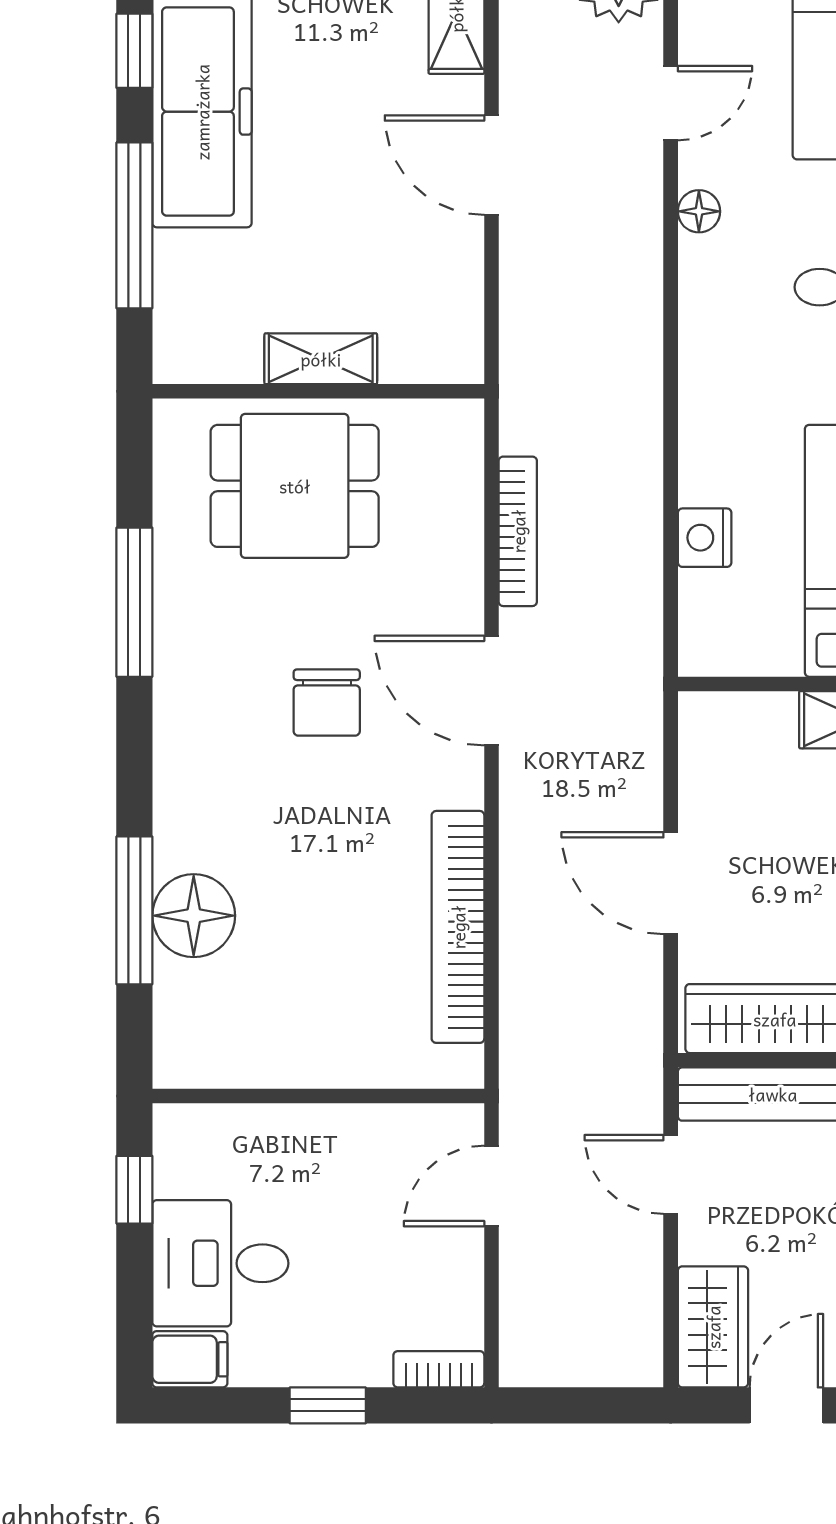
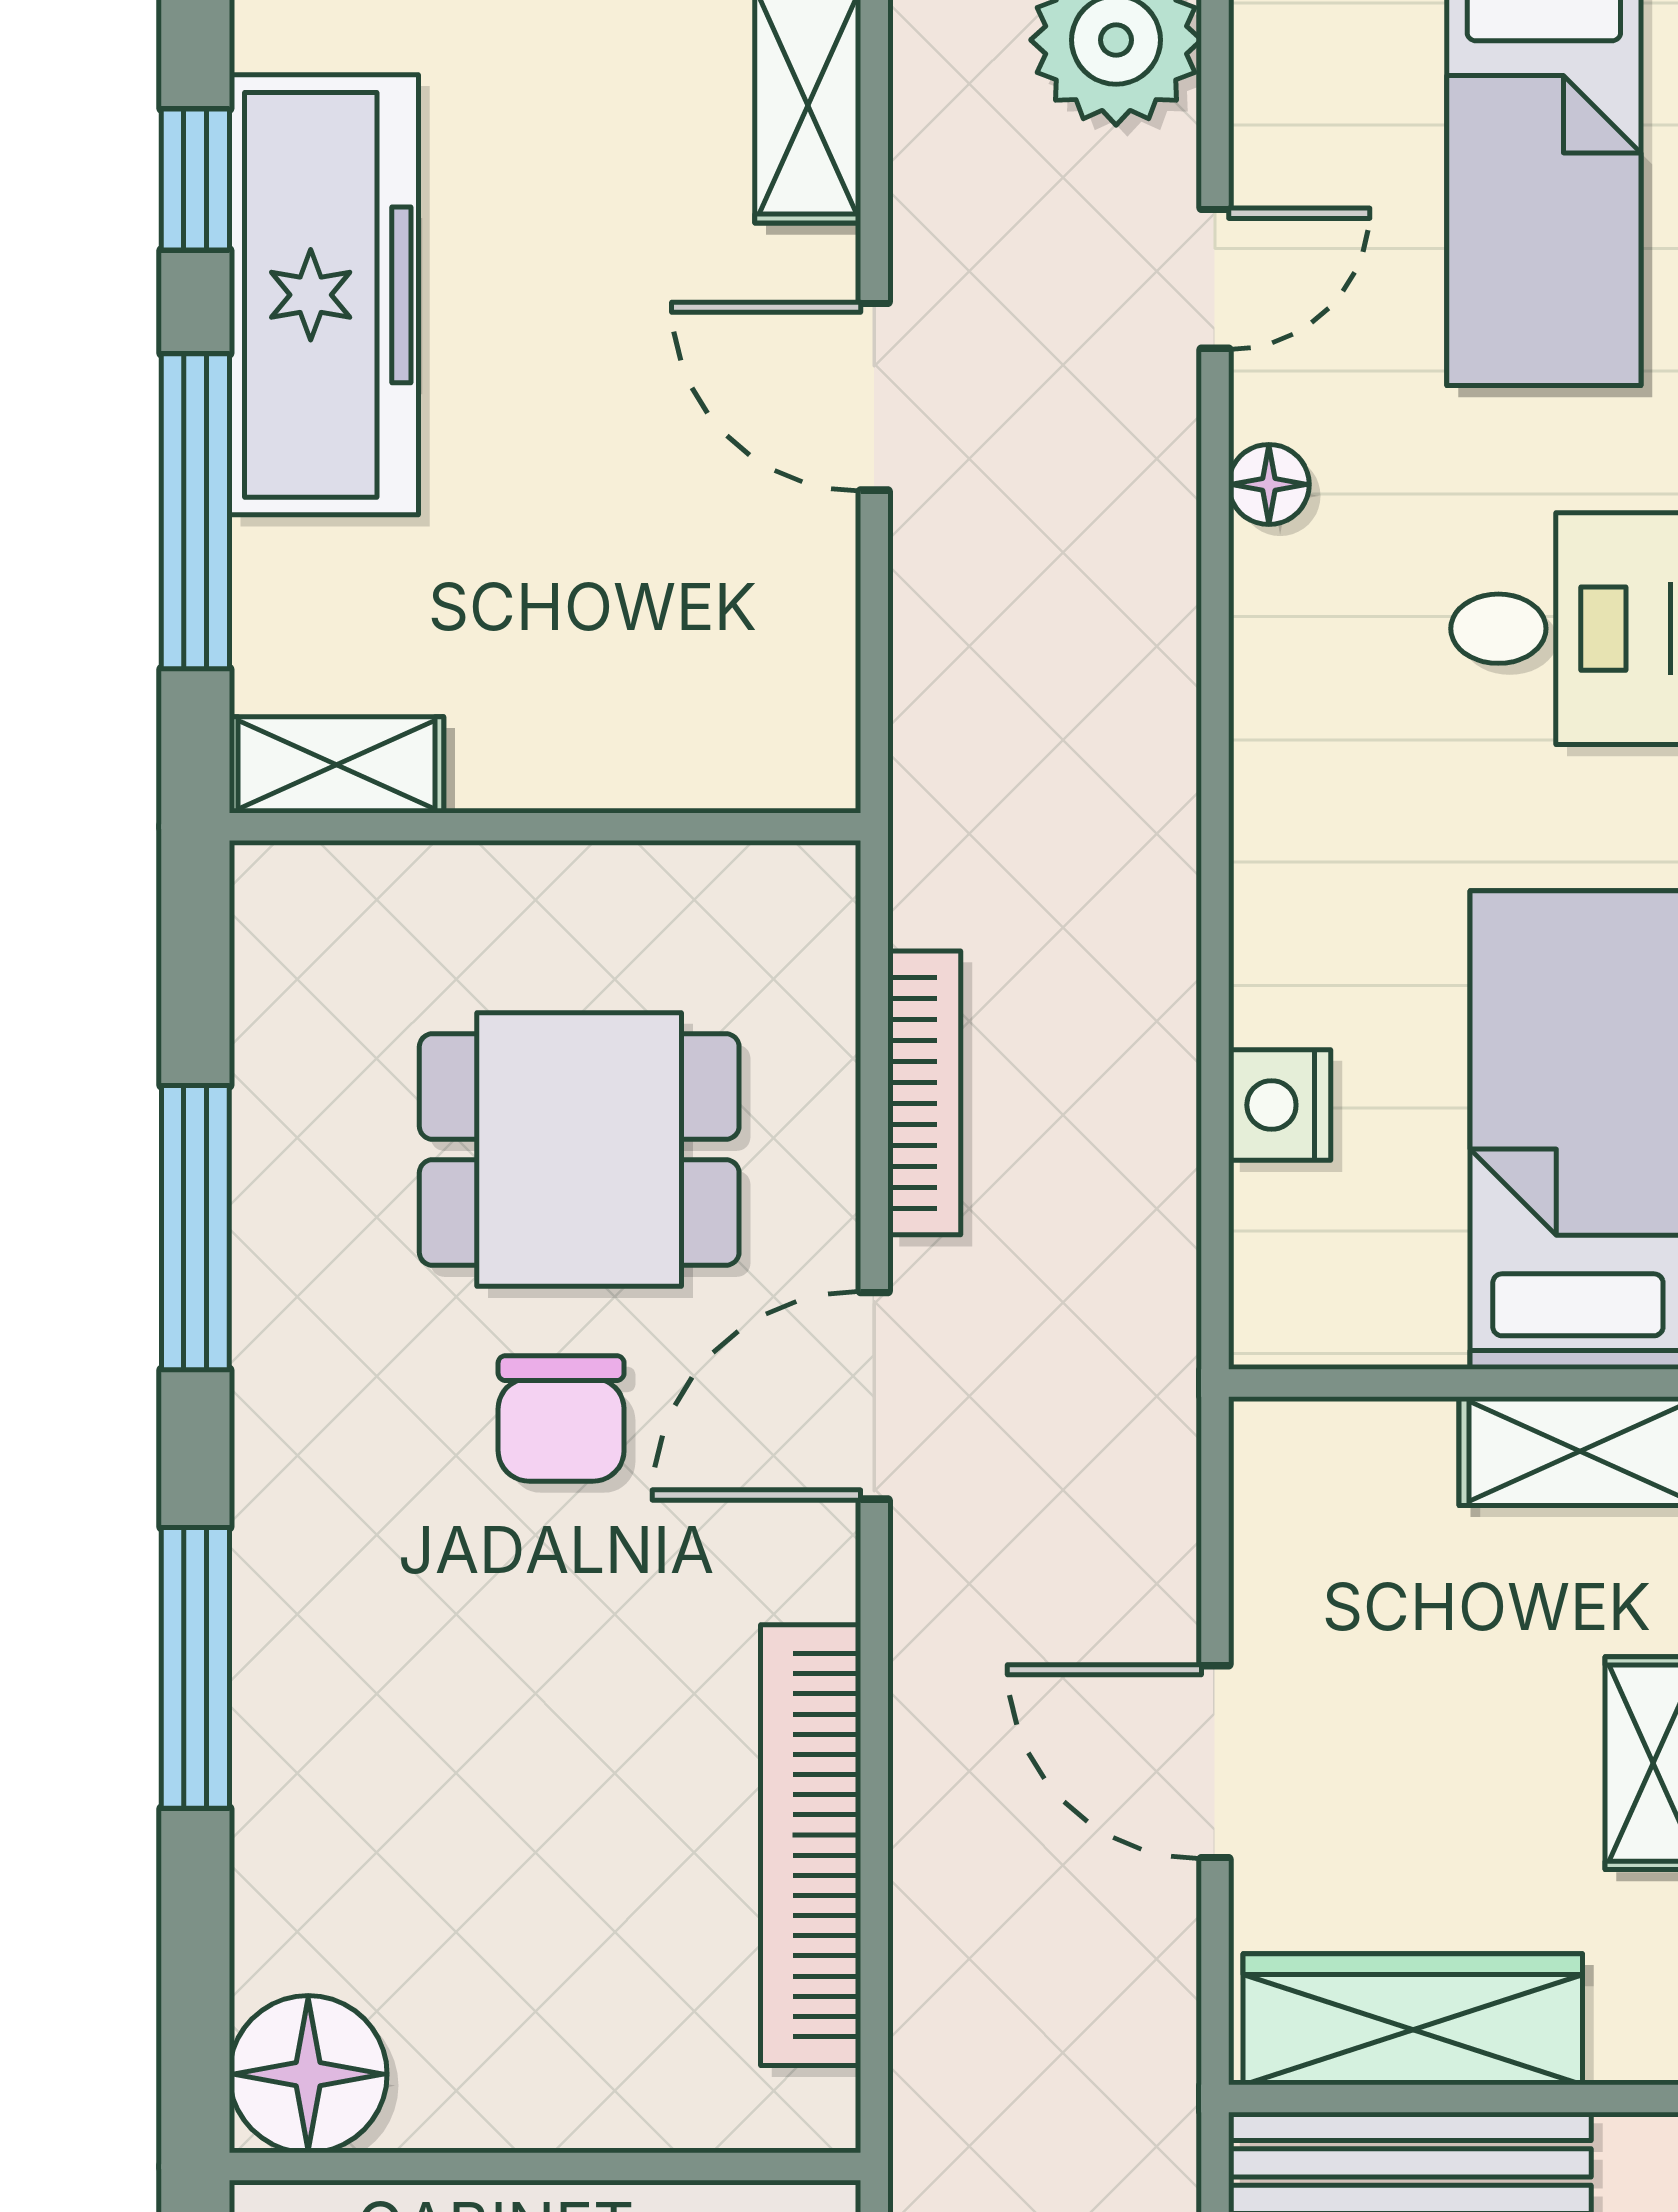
shelving: (321, 359) -> (337, 765), moved
dining table: (295, 486) -> (579, 1149), moved
door: (491, 691) -> (874, 1396), hinge flipped
window: (134, 910) -> (195, 1668), moved
floor lamp: (194, 916) -> (308, 2074), moved

